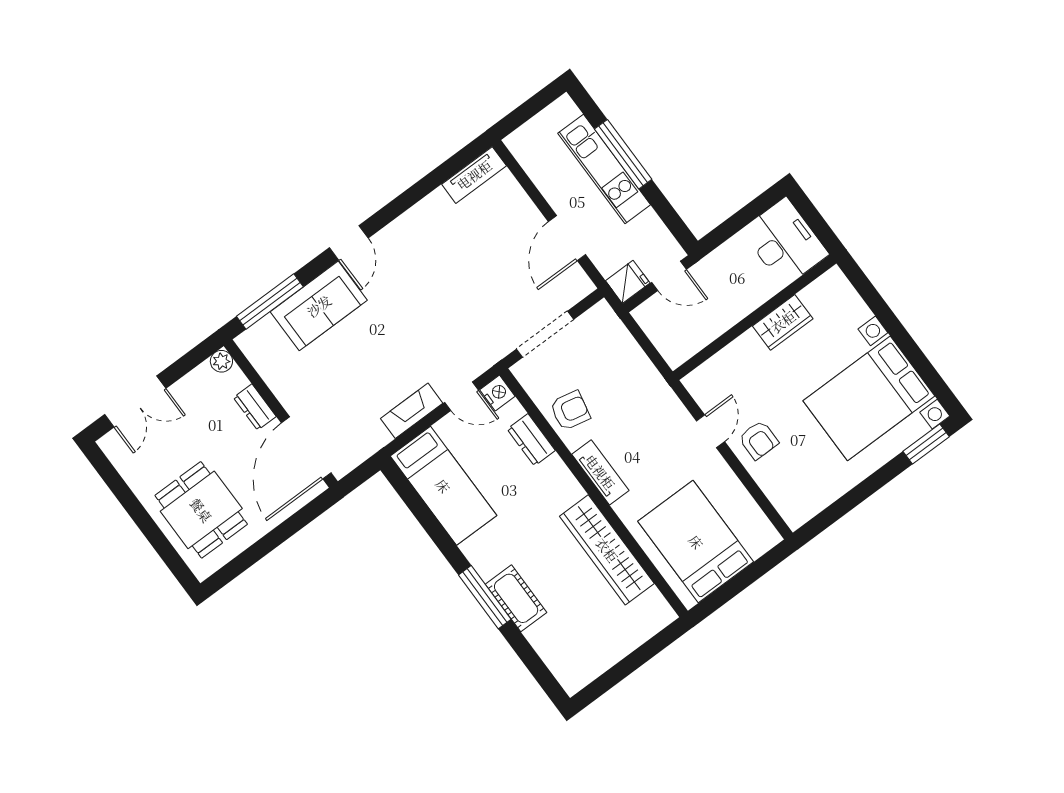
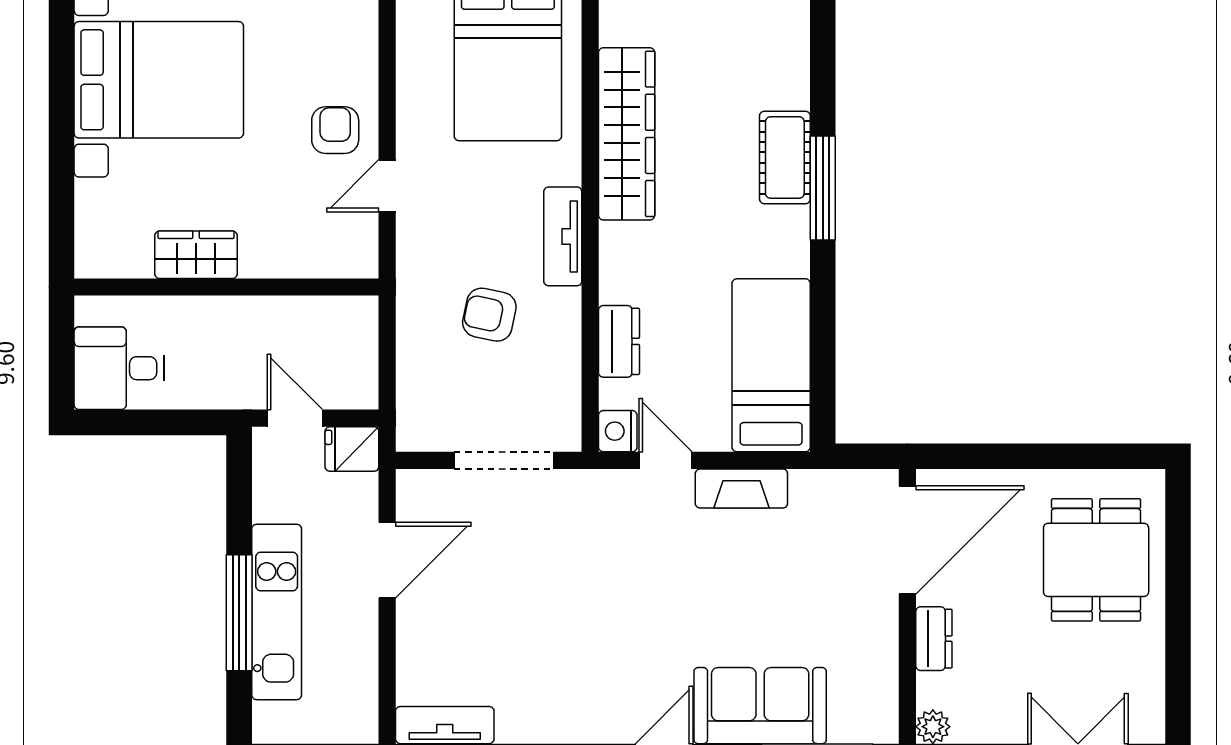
desk: (785, 242) -> (119, 368), width x0.73
armchair: (570, 411) -> (489, 315), moved

